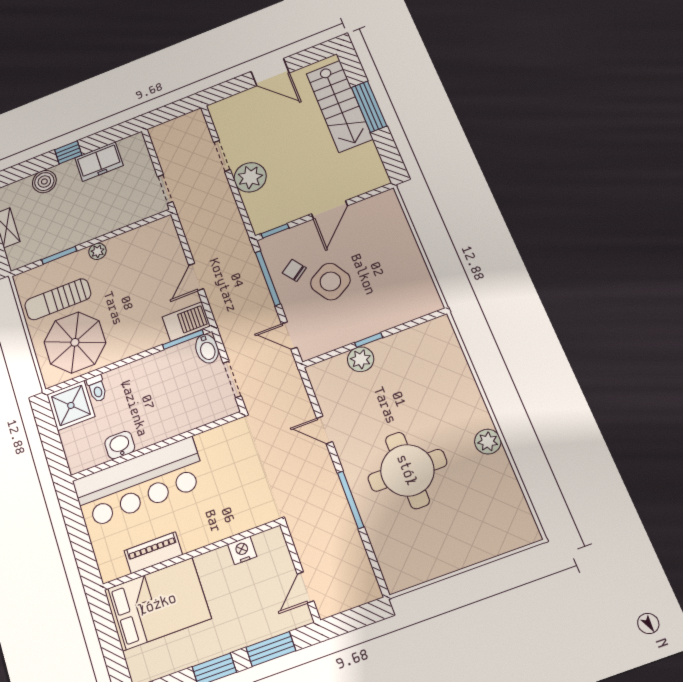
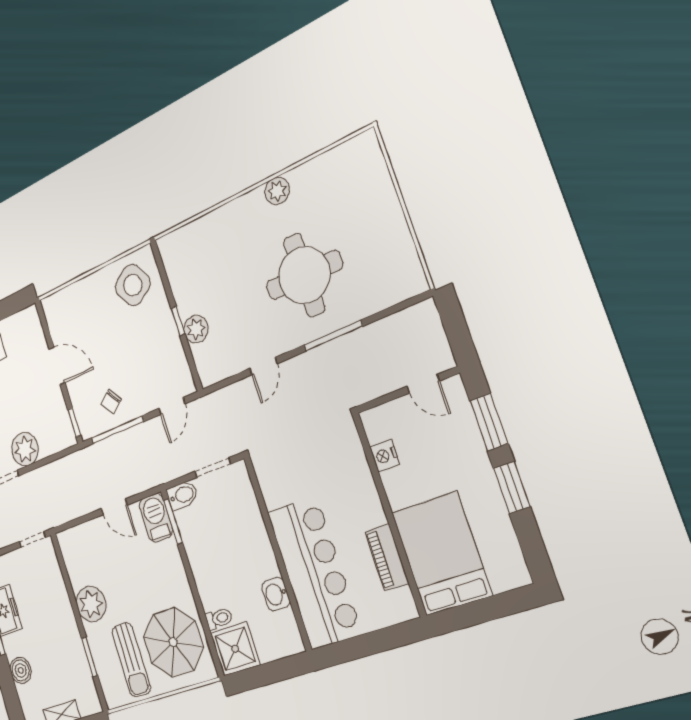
plant: (98, 251) -> (91, 604), width x1.88, depth x1.88
side table: (330, 282) -> (133, 285), moved

